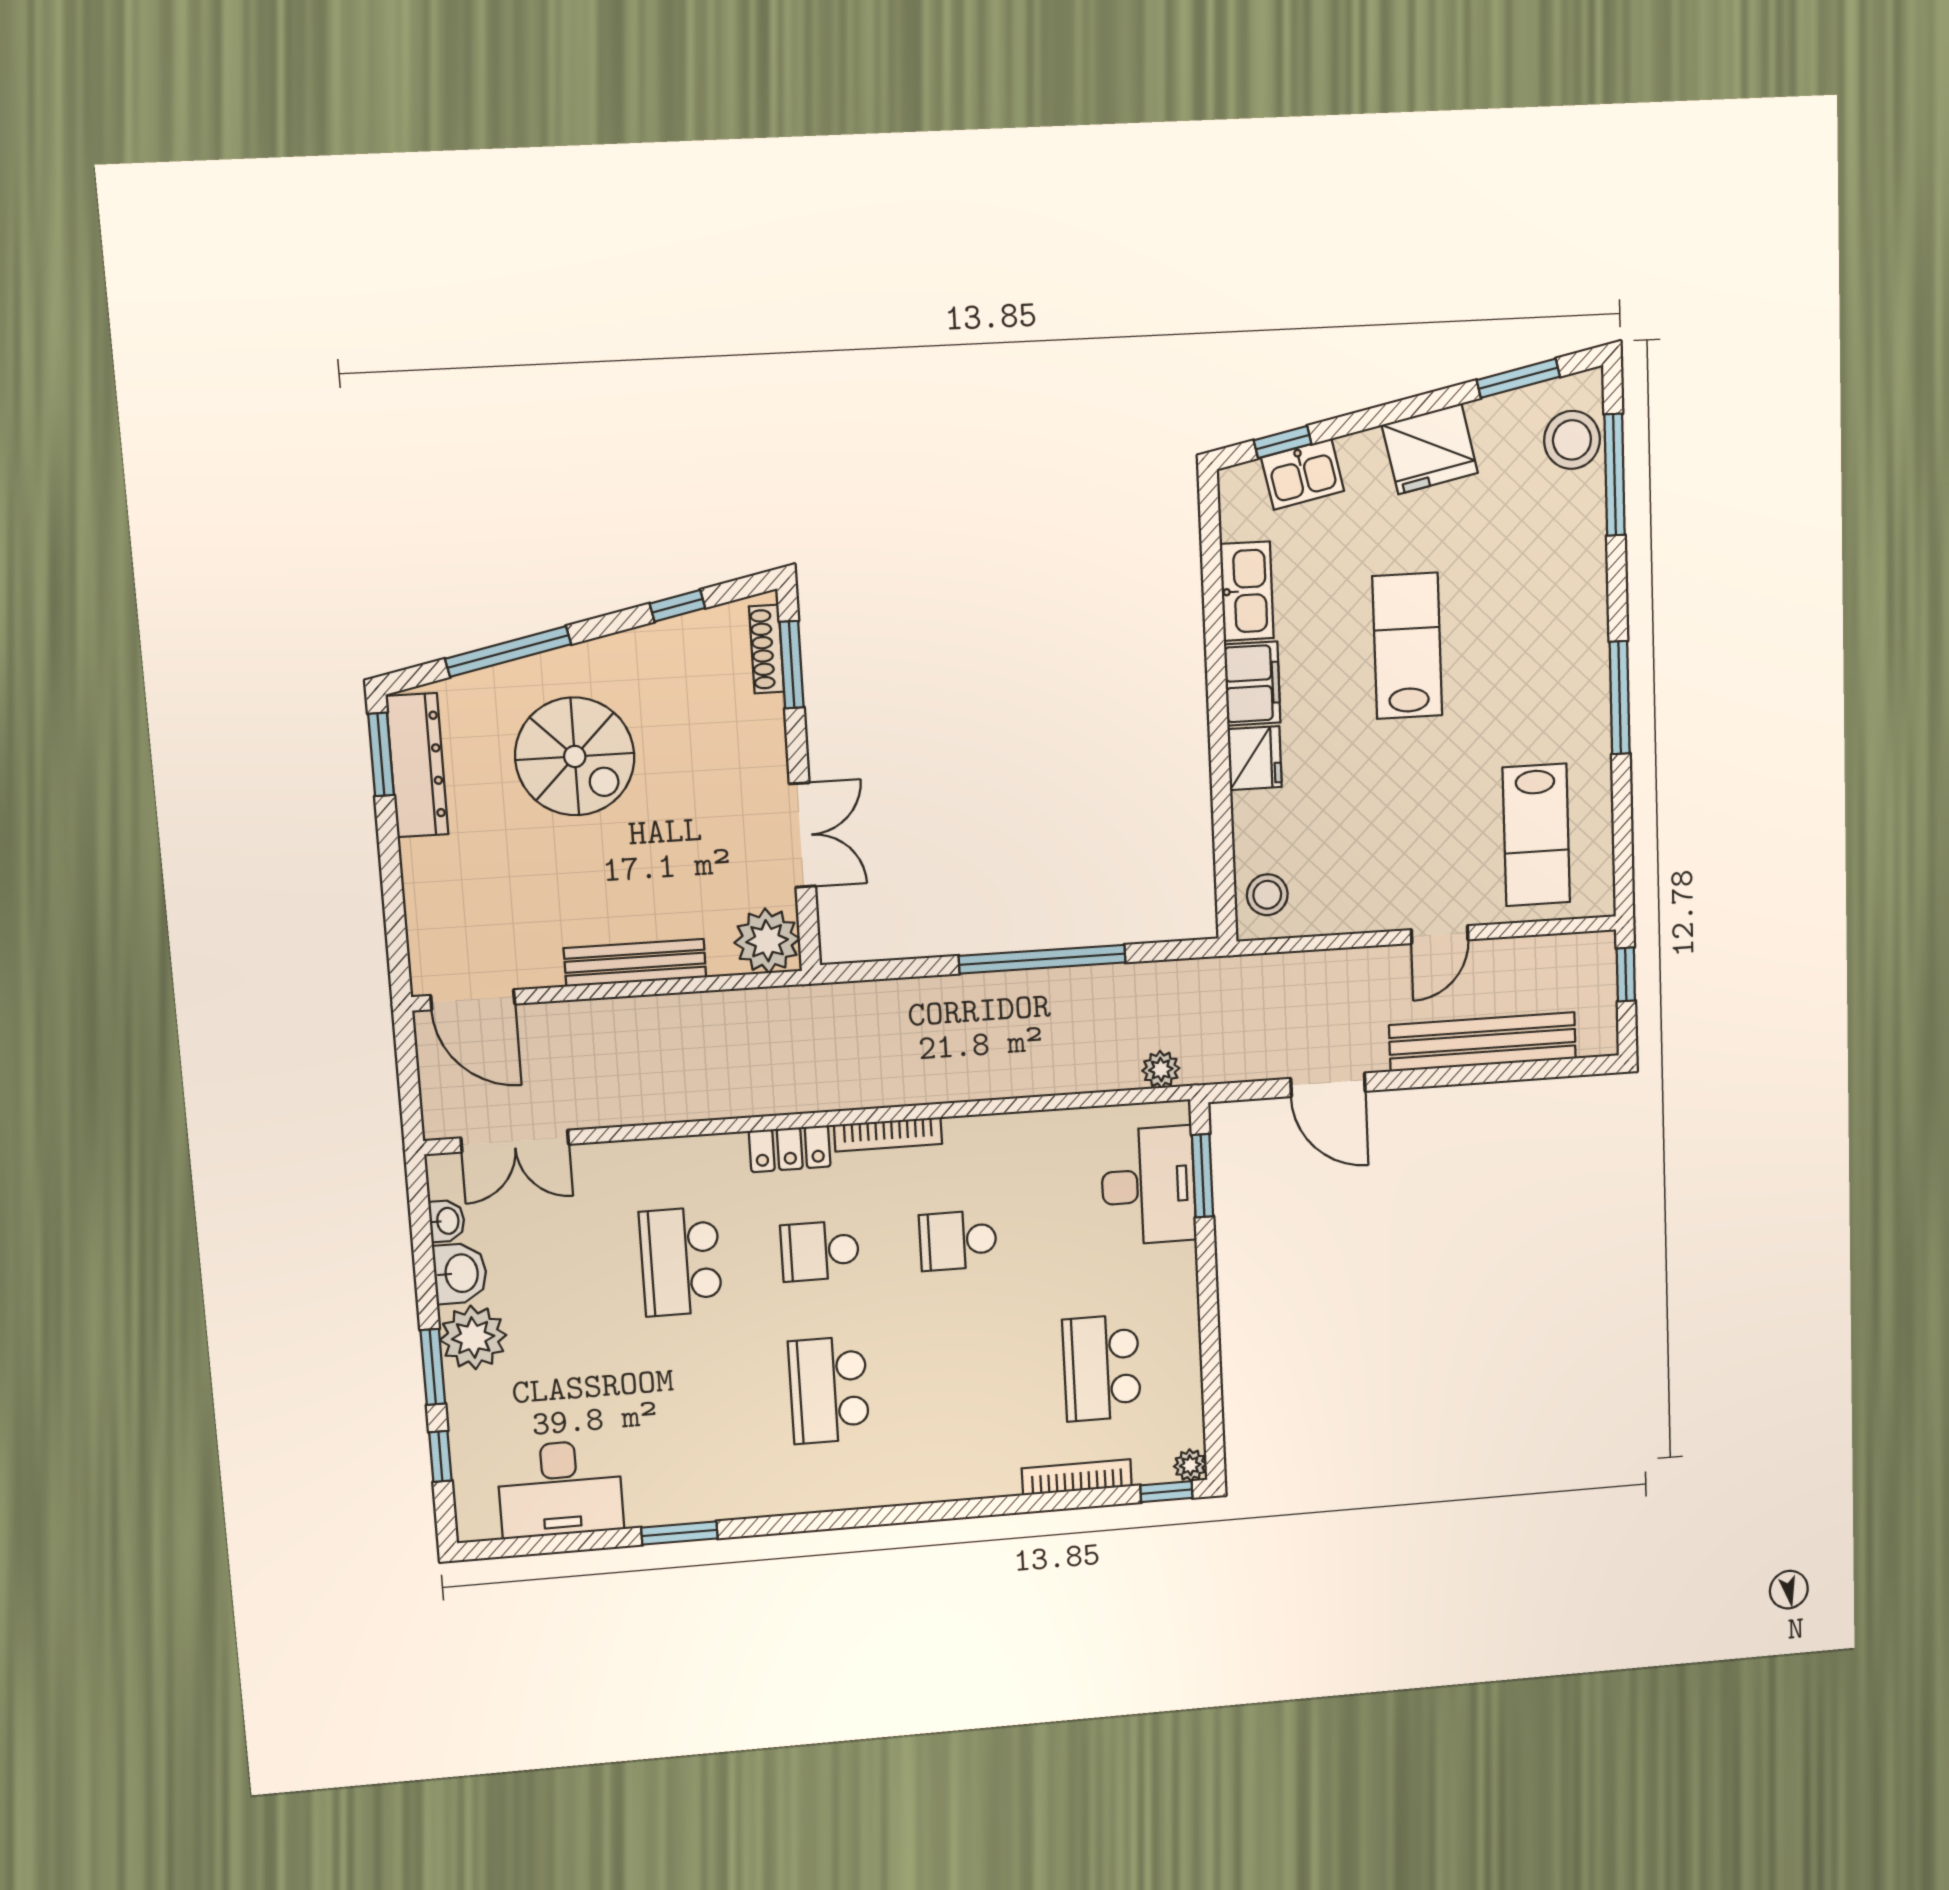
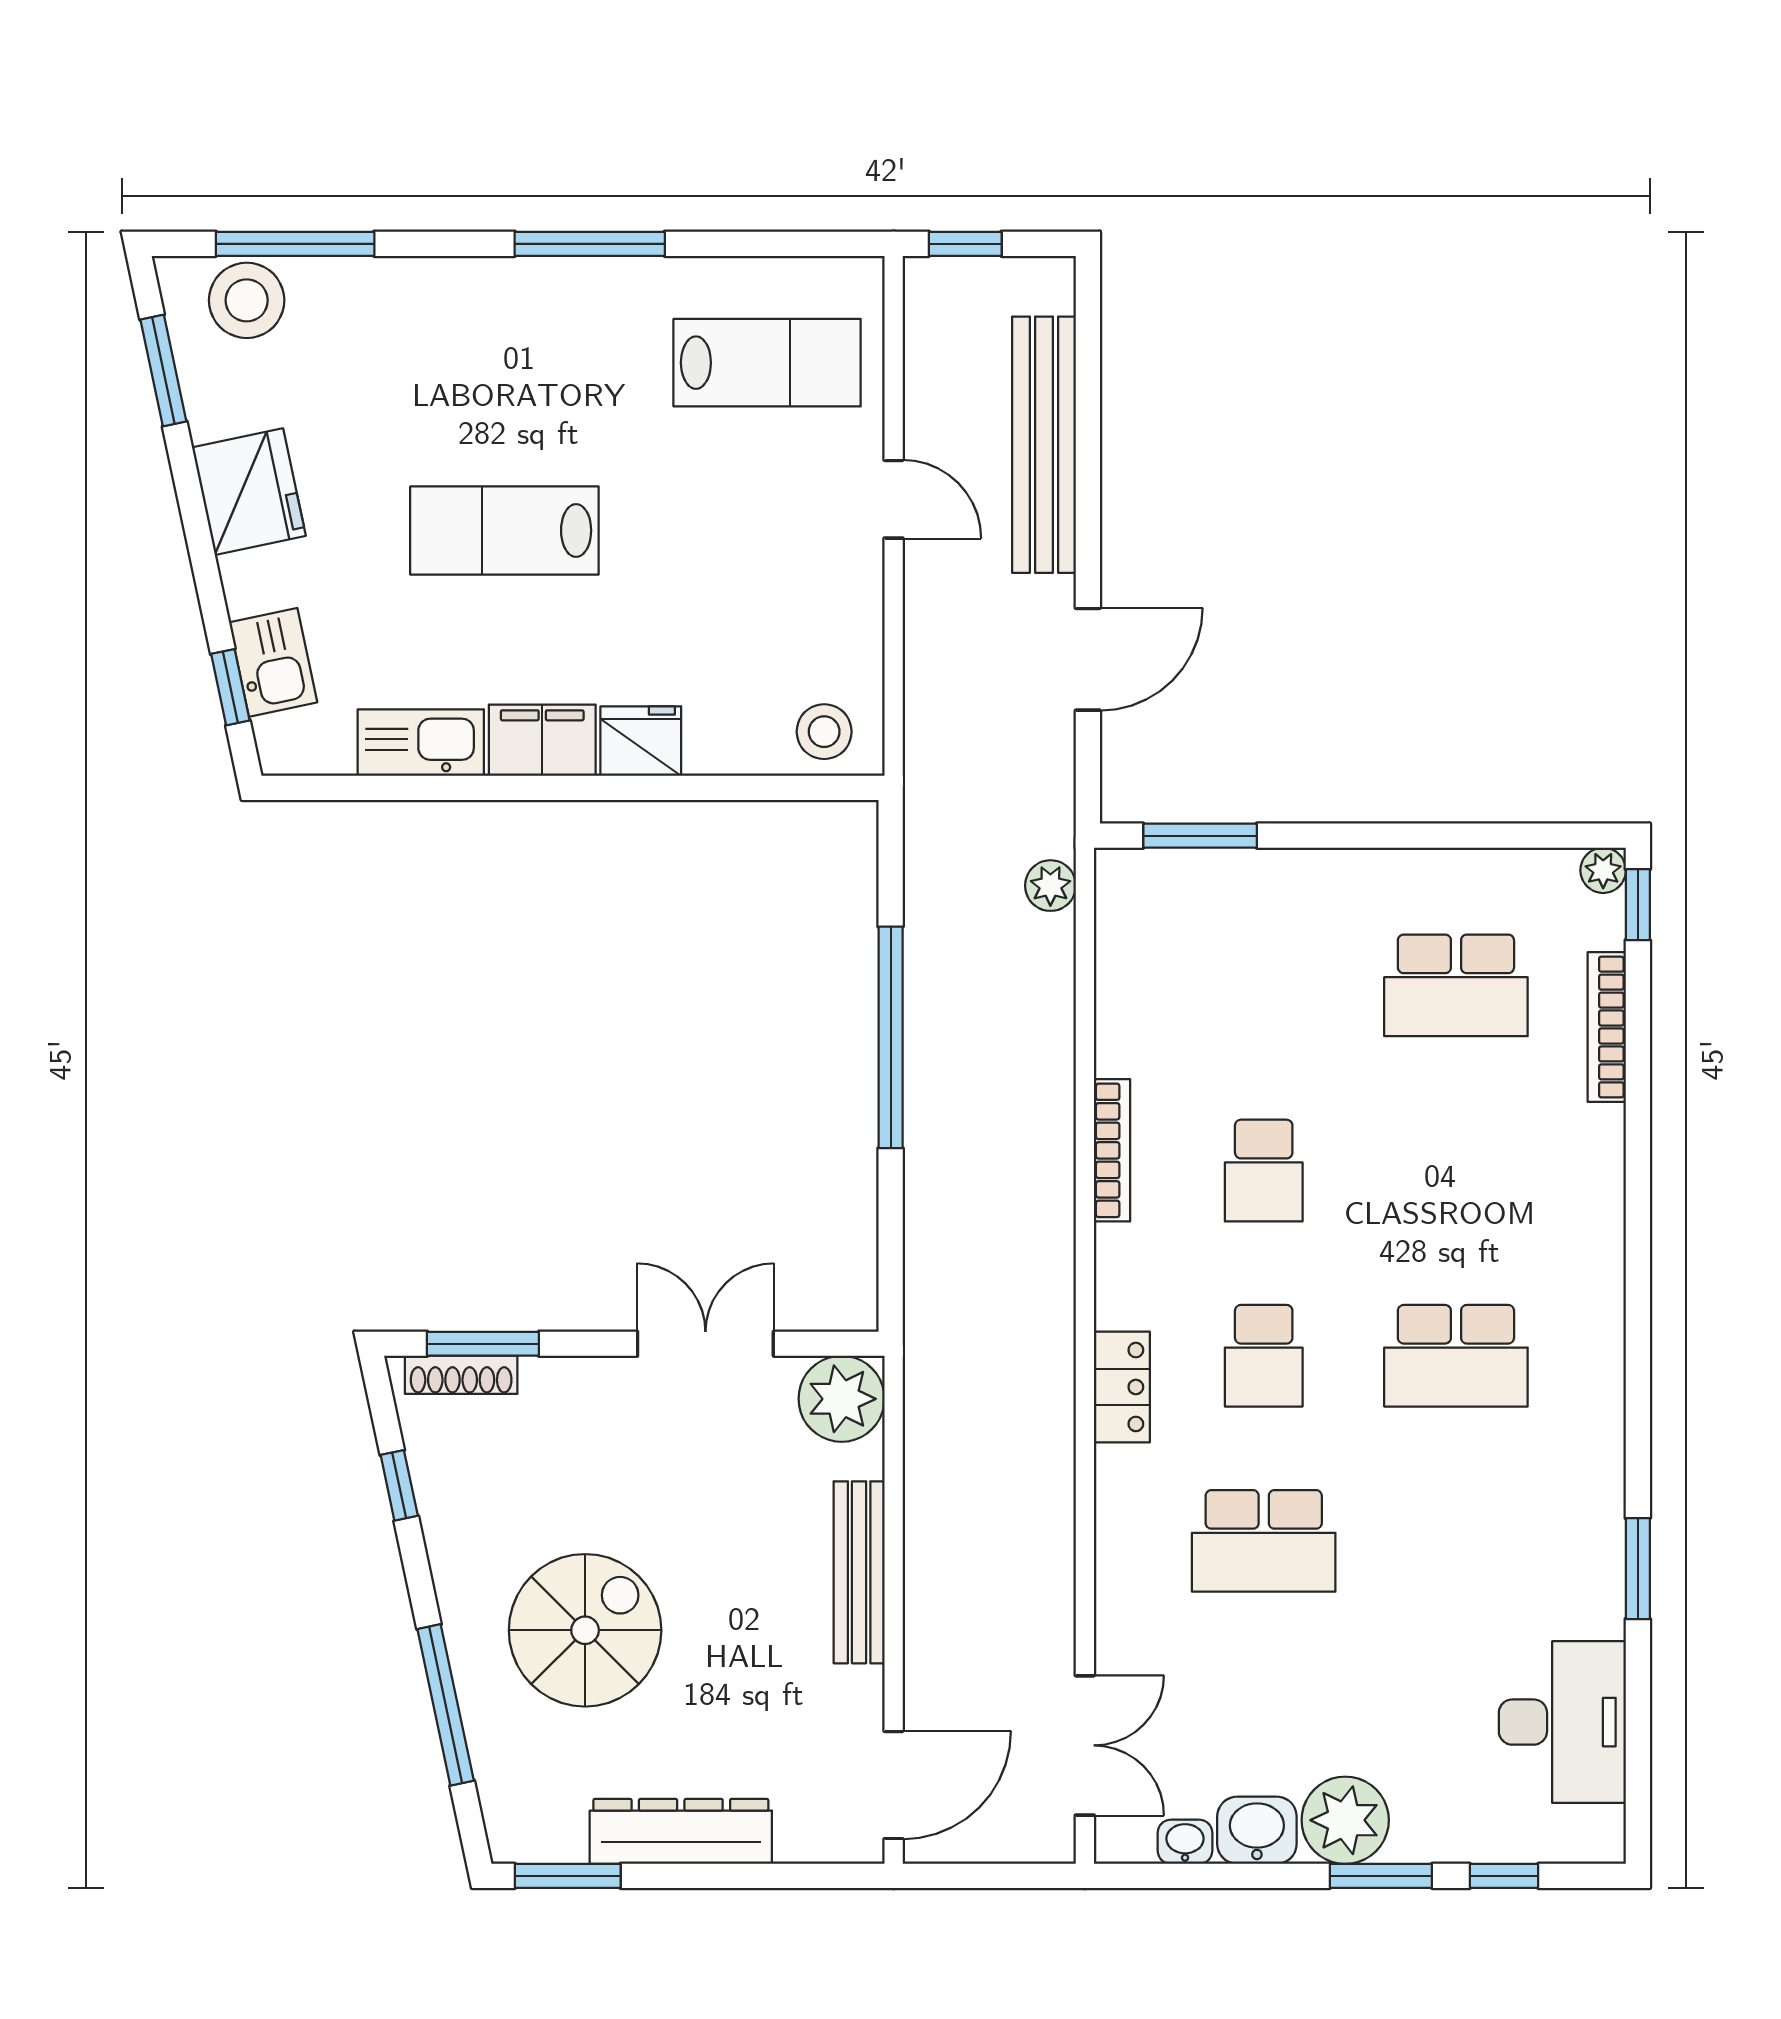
dresser: (417, 765) -> (681, 1831), moved
bookcase: (888, 1134) -> (1112, 1150), moved
desk: (1148, 1186) -> (1208, 910), removed

